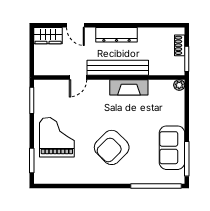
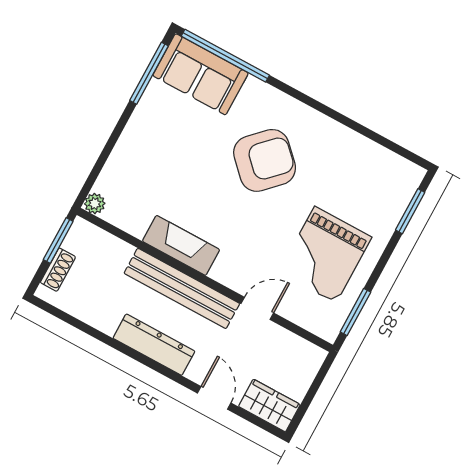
grand piano: (57, 137) -> (325, 255), moved
sofa: (172, 148) -> (201, 74), moved, turned 90

